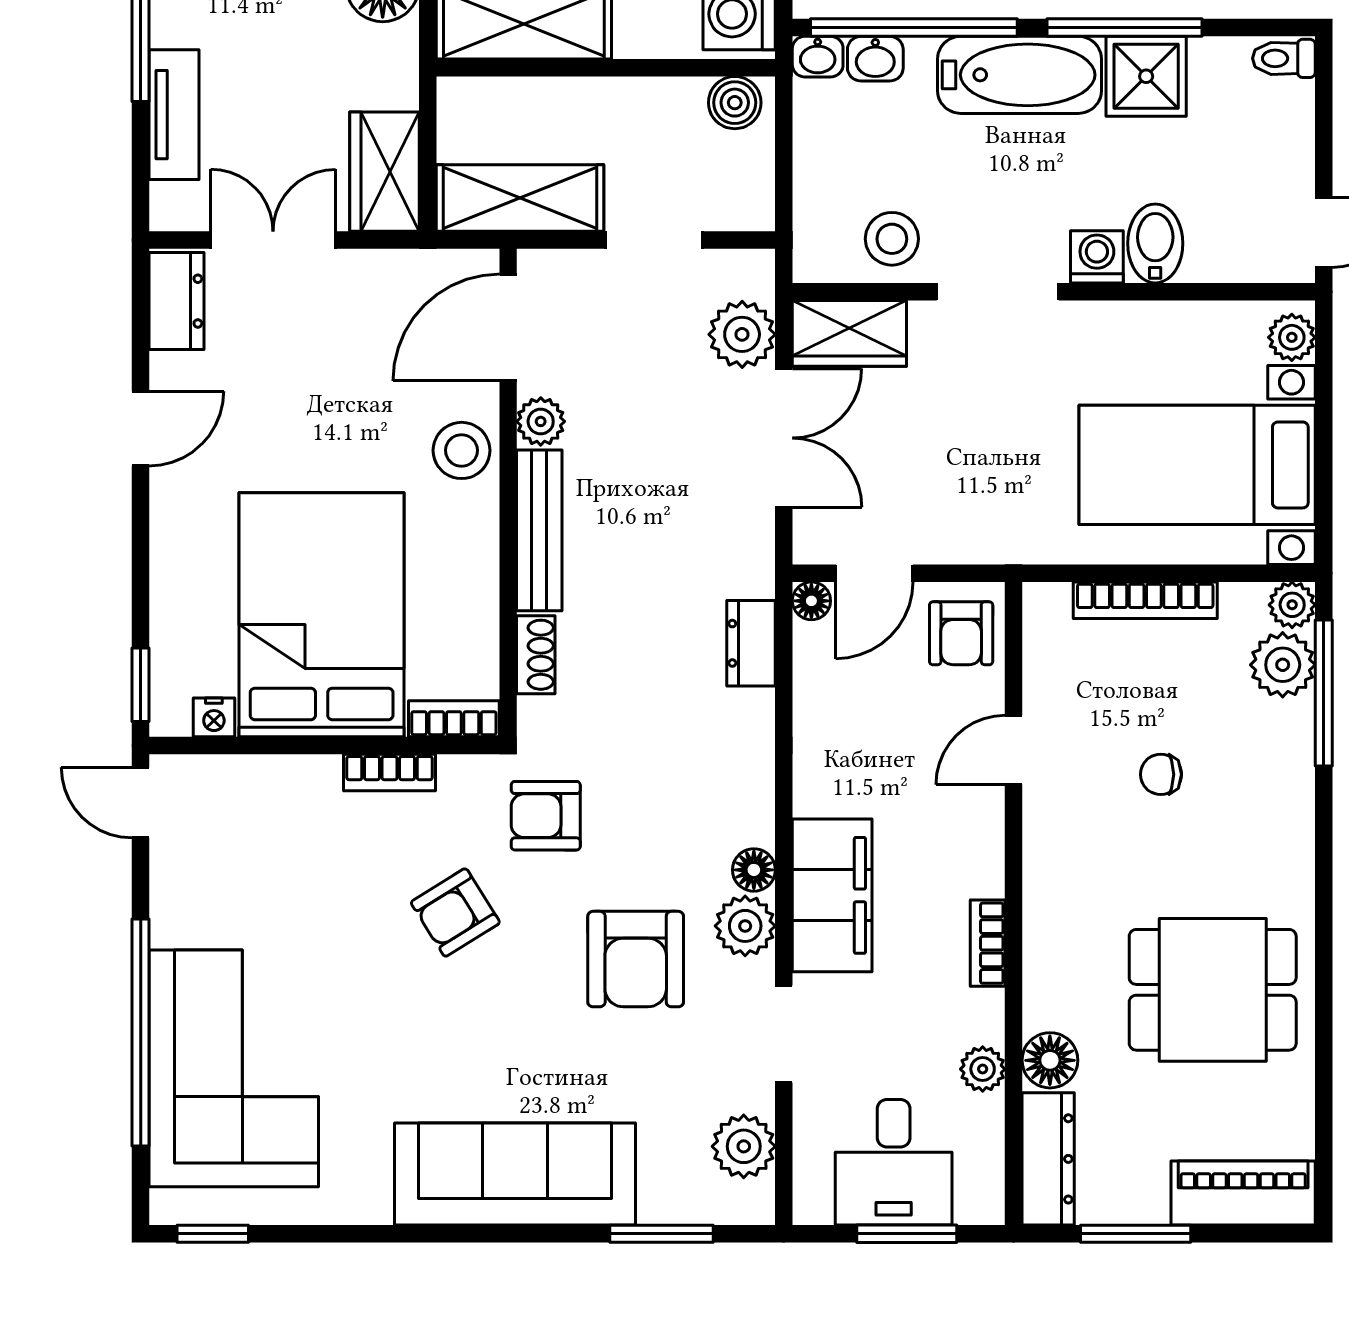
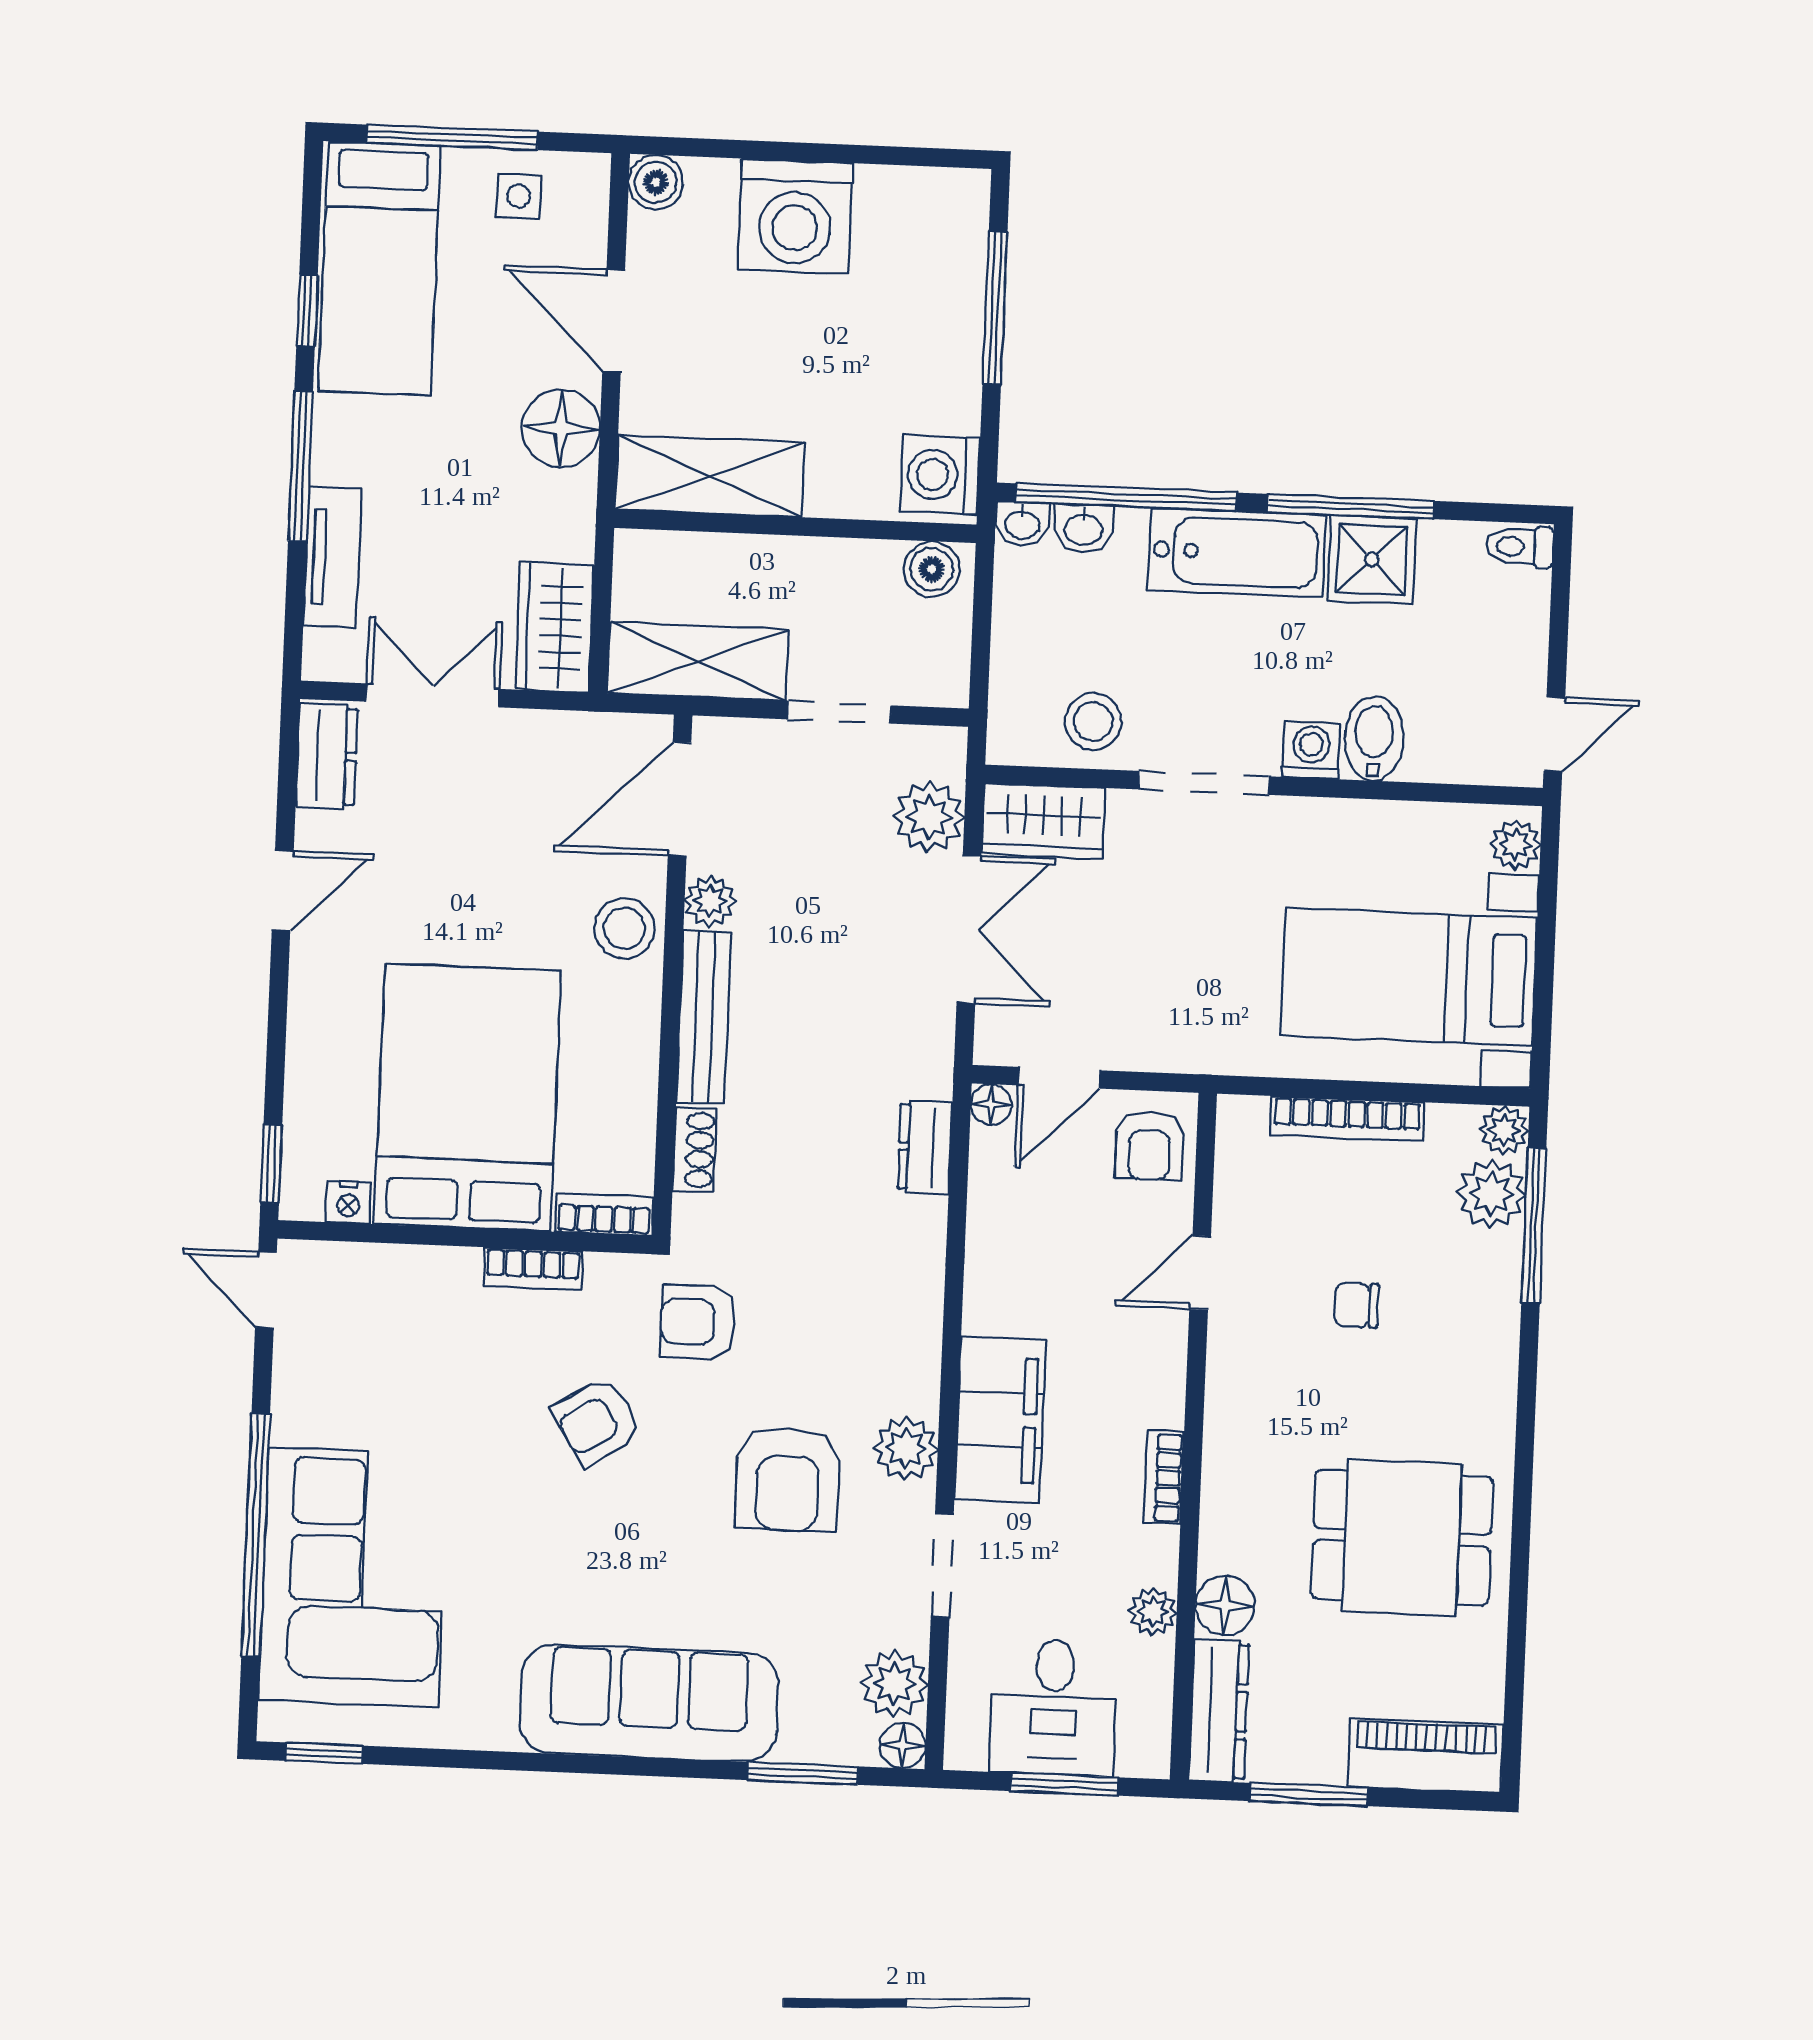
floor lamp: (754, 870) -> (903, 1745), moved

